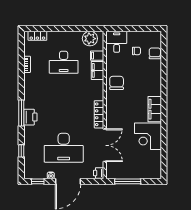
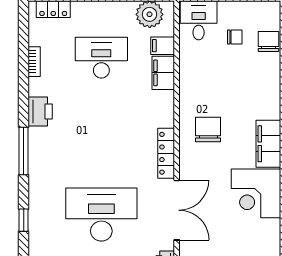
desk: (64, 62) -> (101, 58), turned 180
chair: (117, 83) -> (208, 129), moved
printer: (30, 117) -> (40, 111), moved
desk: (64, 148) -> (101, 215), turned 180

